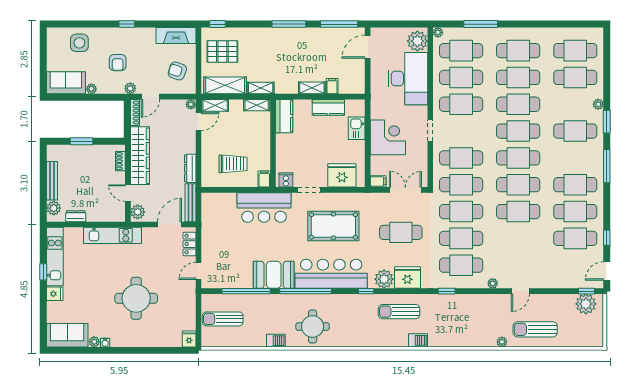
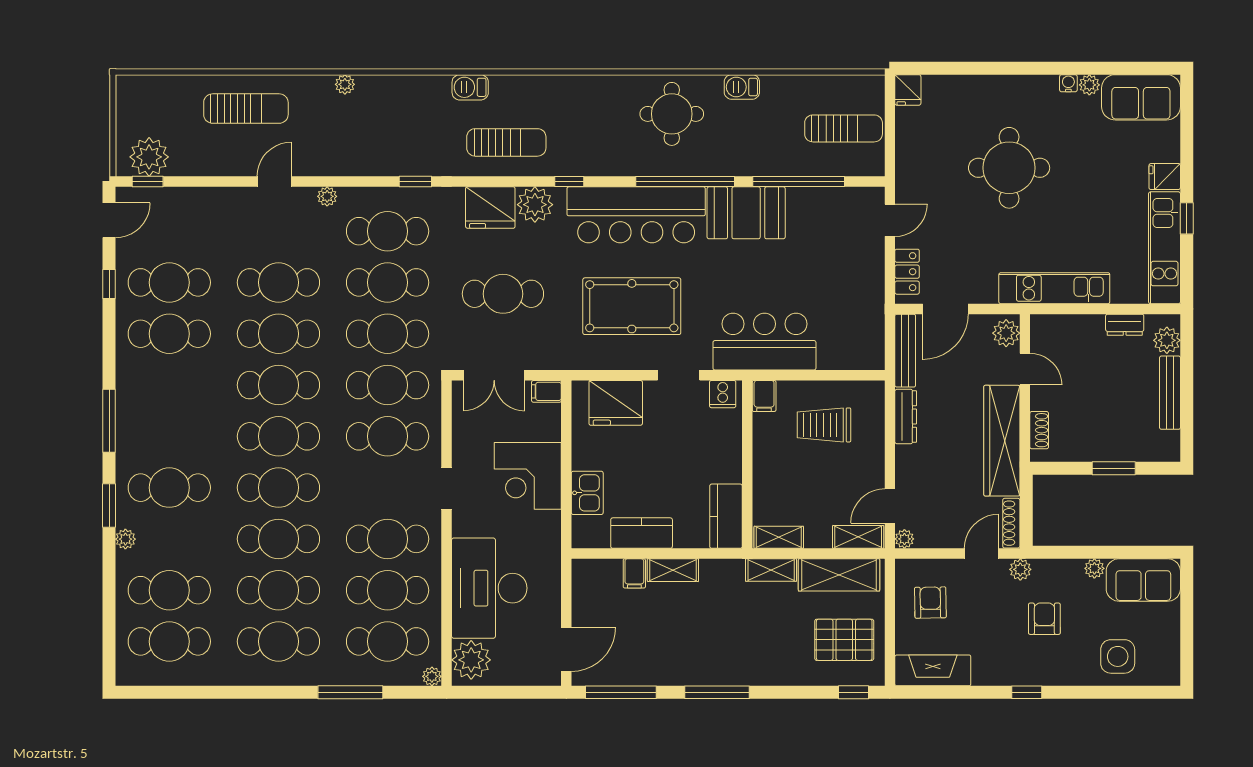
armchair: (177, 71) -> (930, 603), turned -110
cafe table: (575, 185) -> (278, 282), moved
plant: (502, 342) -> (345, 84), moved

